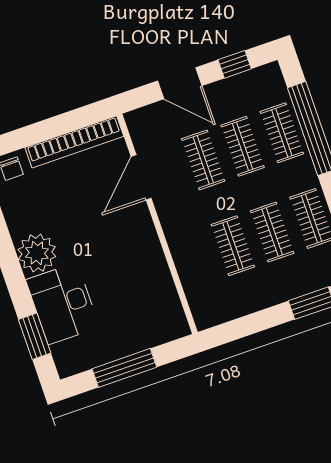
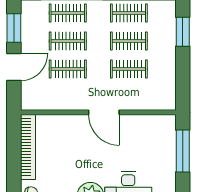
window: (235, 64) -> (14, 28), width x1.50
door: (141, 177) -> (104, 112), moved
window: (124, 368) -> (183, 151), moved

